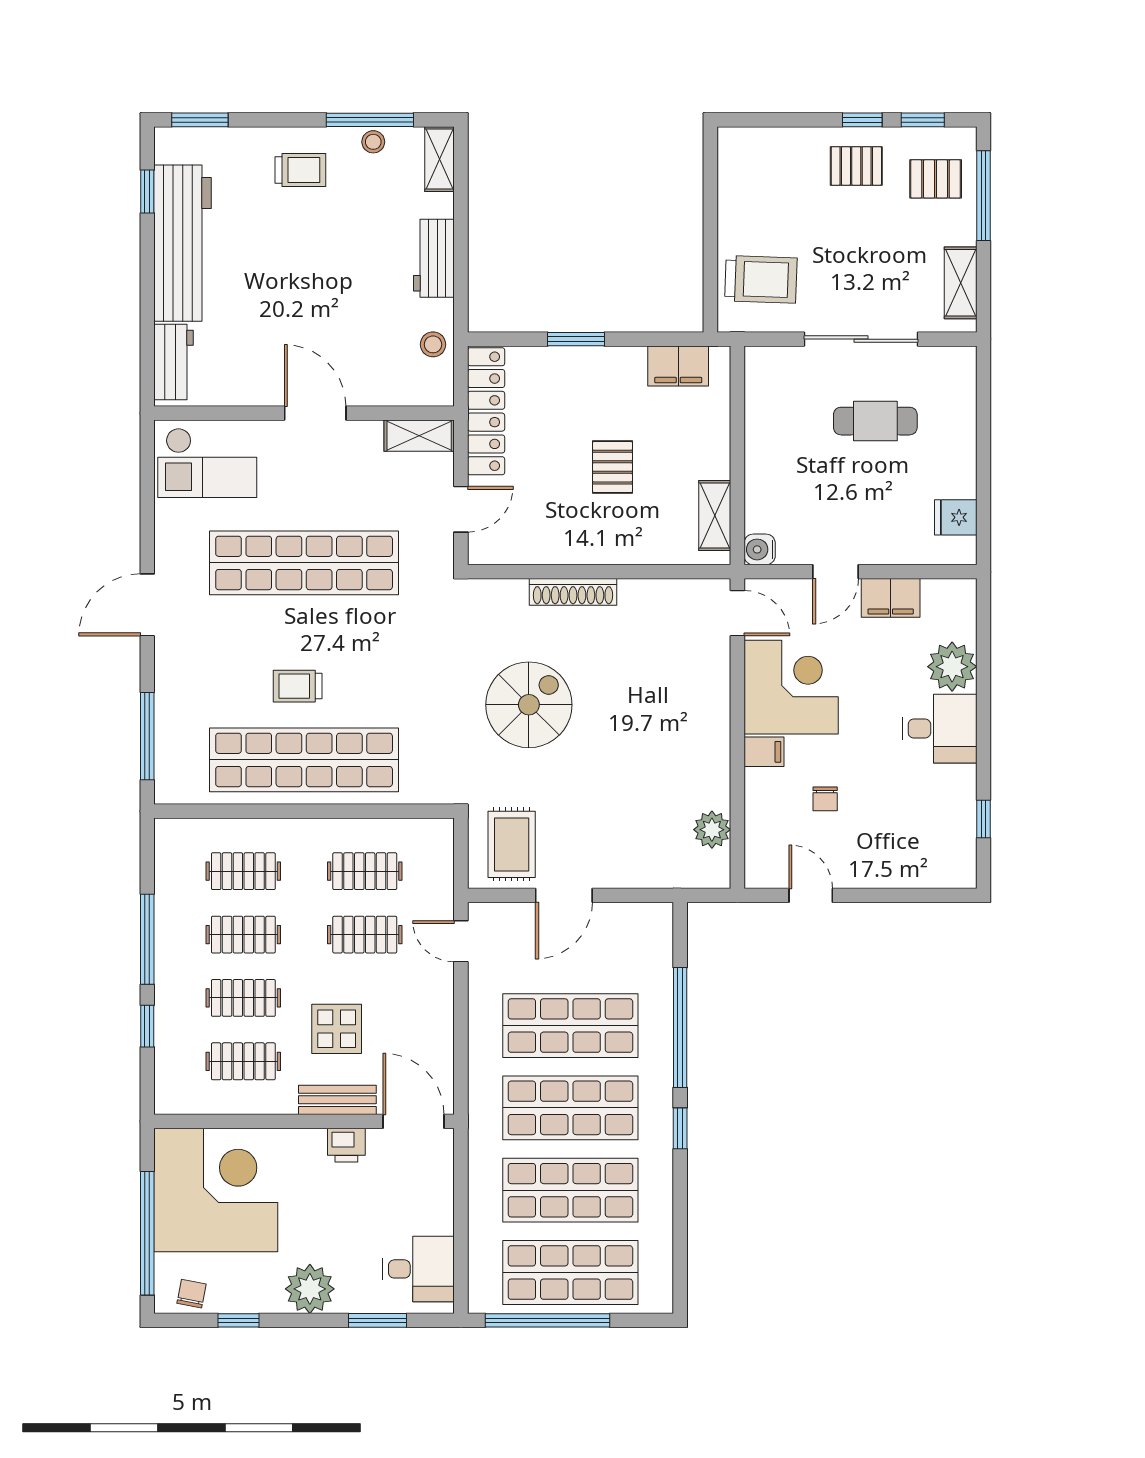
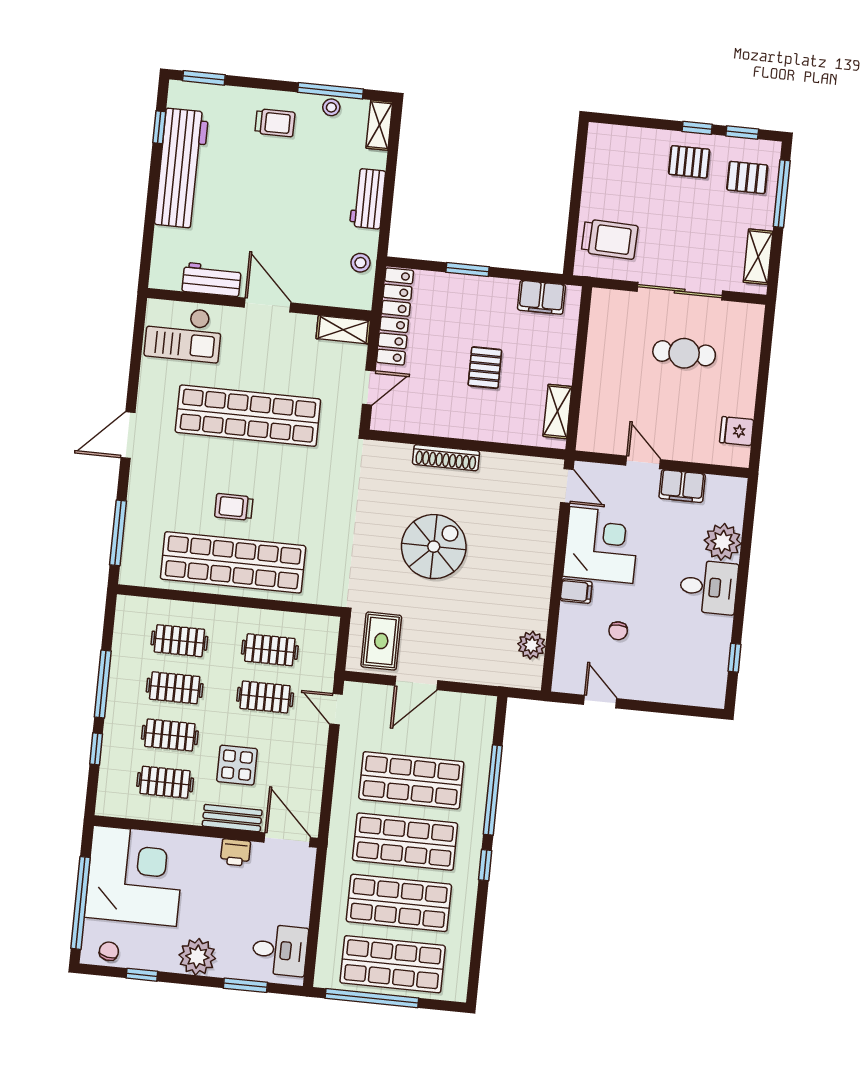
workbench: (174, 362) -> (212, 280), moved, turned -90
water cooler: (760, 549) -> (588, 440), removed
door: (836, 572) -> (643, 462), swing flipped
spiral stairs: (529, 705) -> (434, 547), moved

